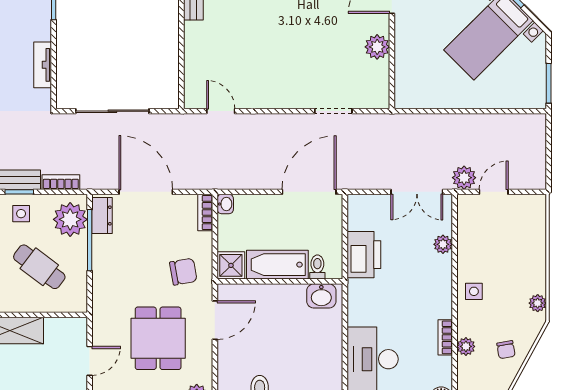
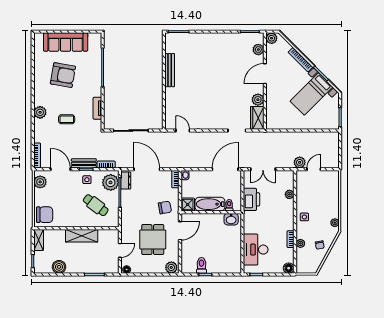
wardrobe: (376, 85) -> (257, 118), added
double door: (417, 192) -> (263, 169), moved

